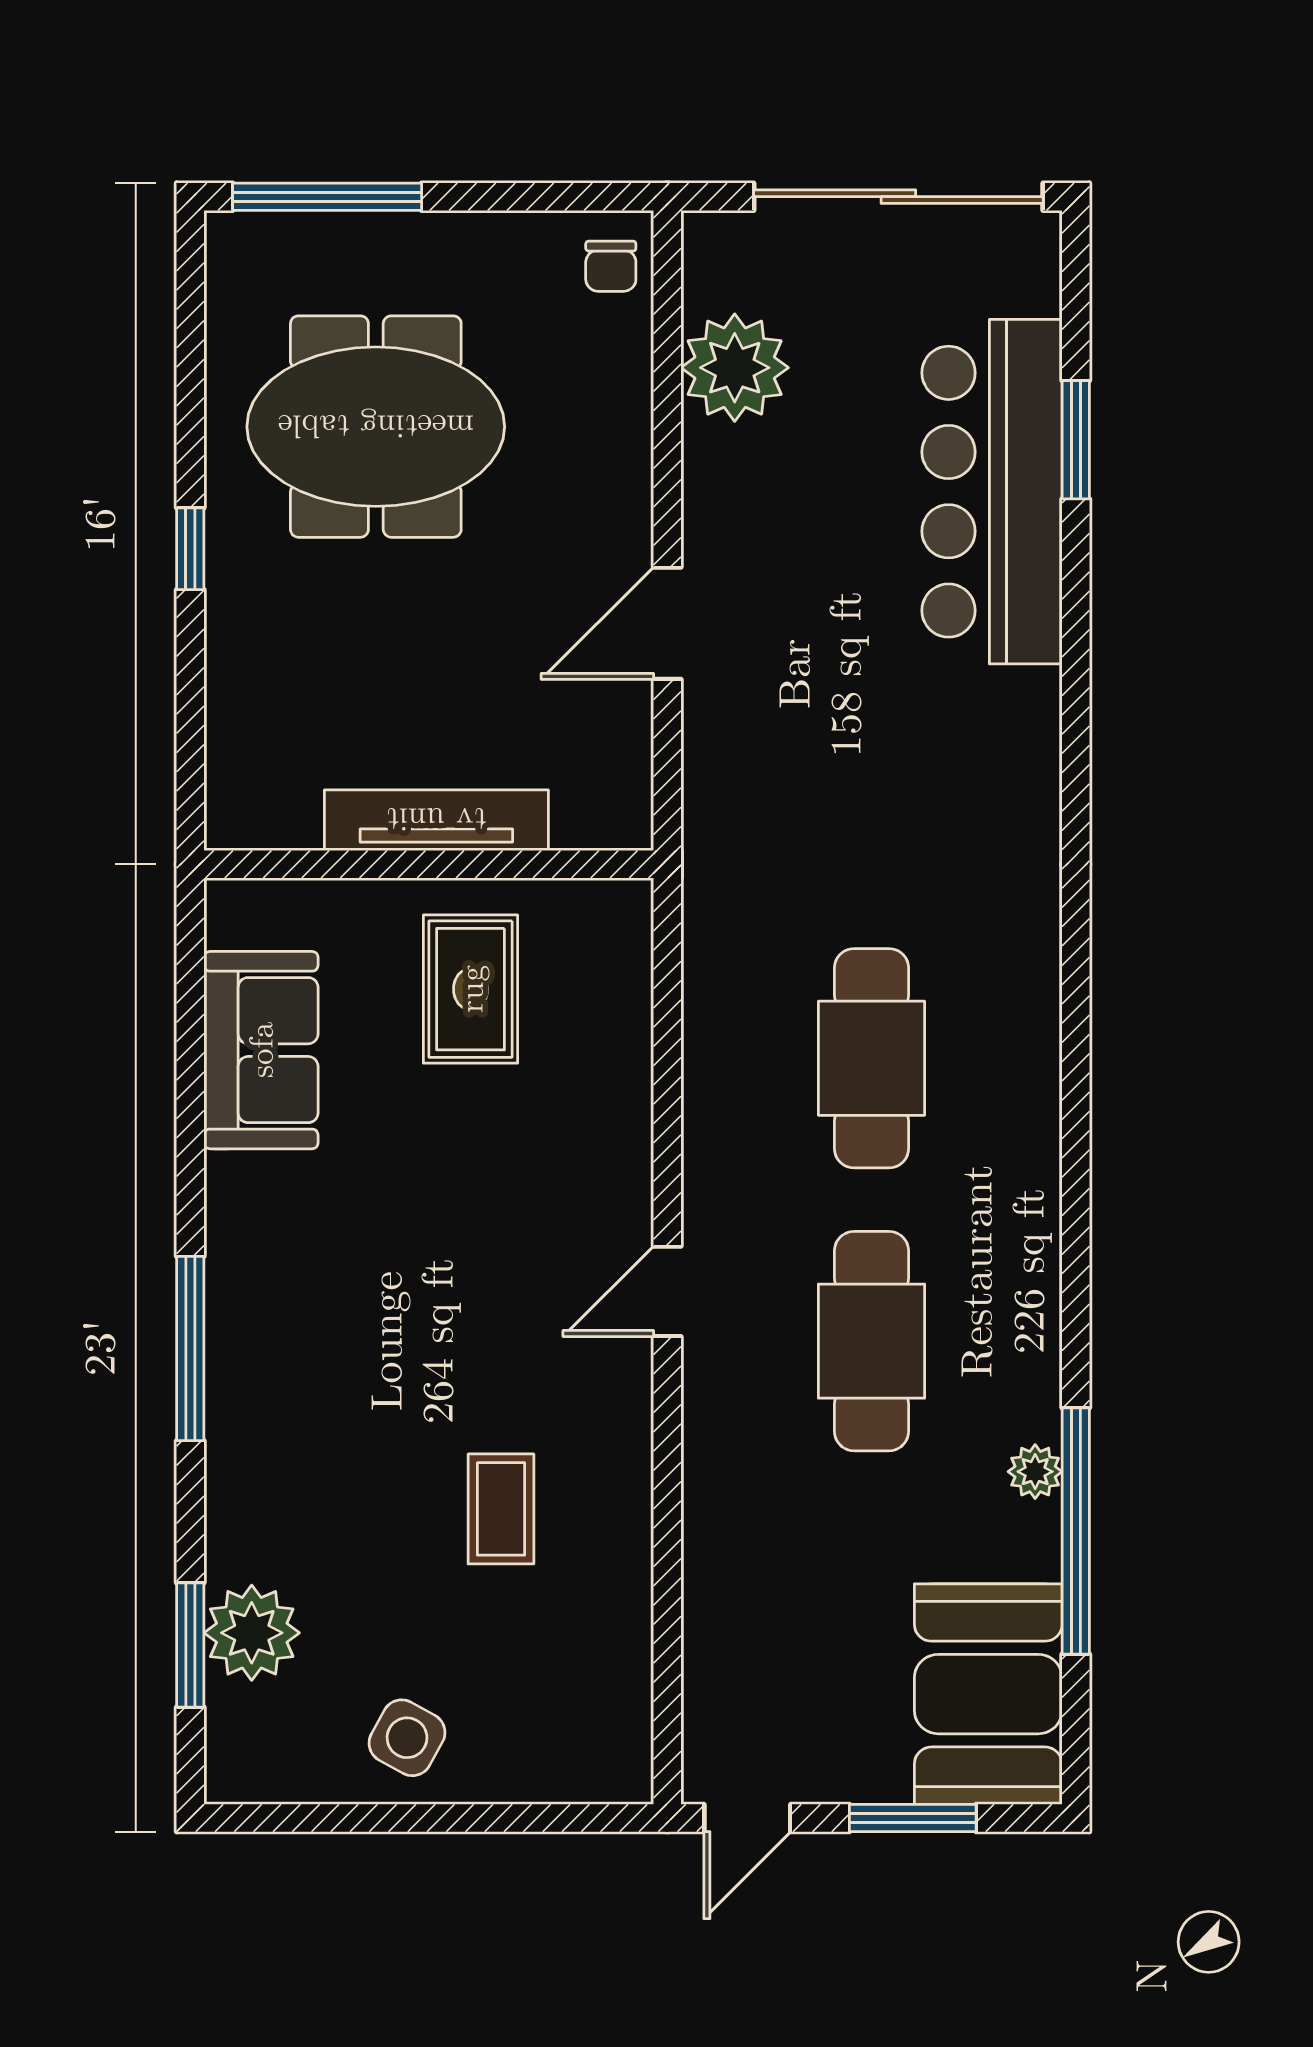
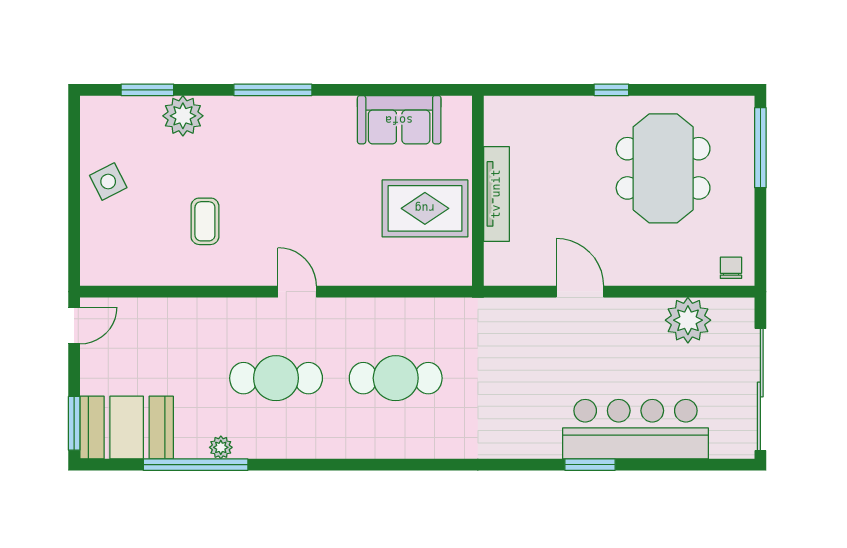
chair: (611, 266) -> (731, 268), turned 90
window: (1076, 440) -> (590, 465), moved
rug: (471, 989) -> (425, 208), width x1.36, depth x1.43
coffee table: (501, 1509) -> (205, 221), turned 90
plant: (252, 1633) -> (183, 116), moved
side table: (407, 1738) -> (108, 182), turned 34
door: (747, 1818) -> (74, 326), swing flipped
window: (913, 1818) -> (74, 423), moved

